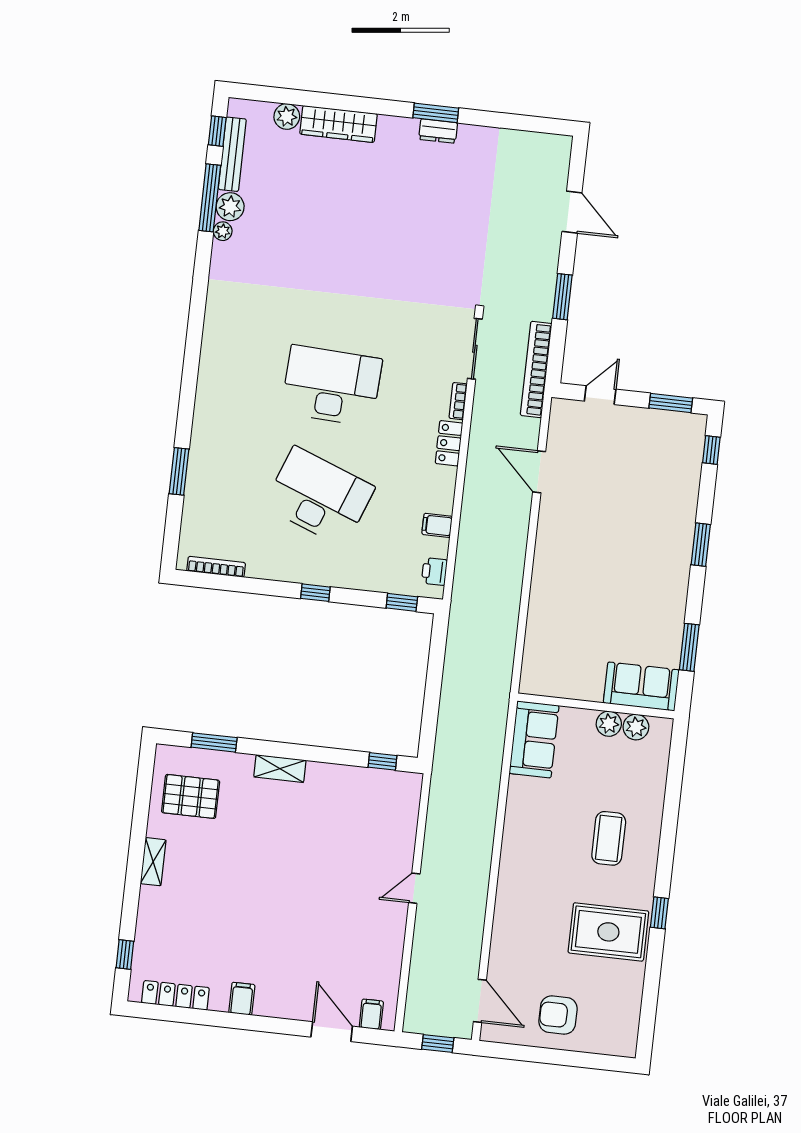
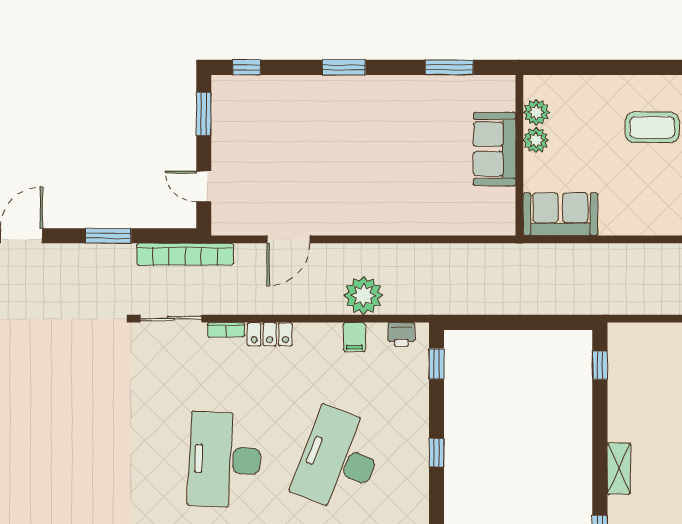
plant: (476, 539) -> (363, 295), added
sofa: (641, 686) -> (494, 149), moved

